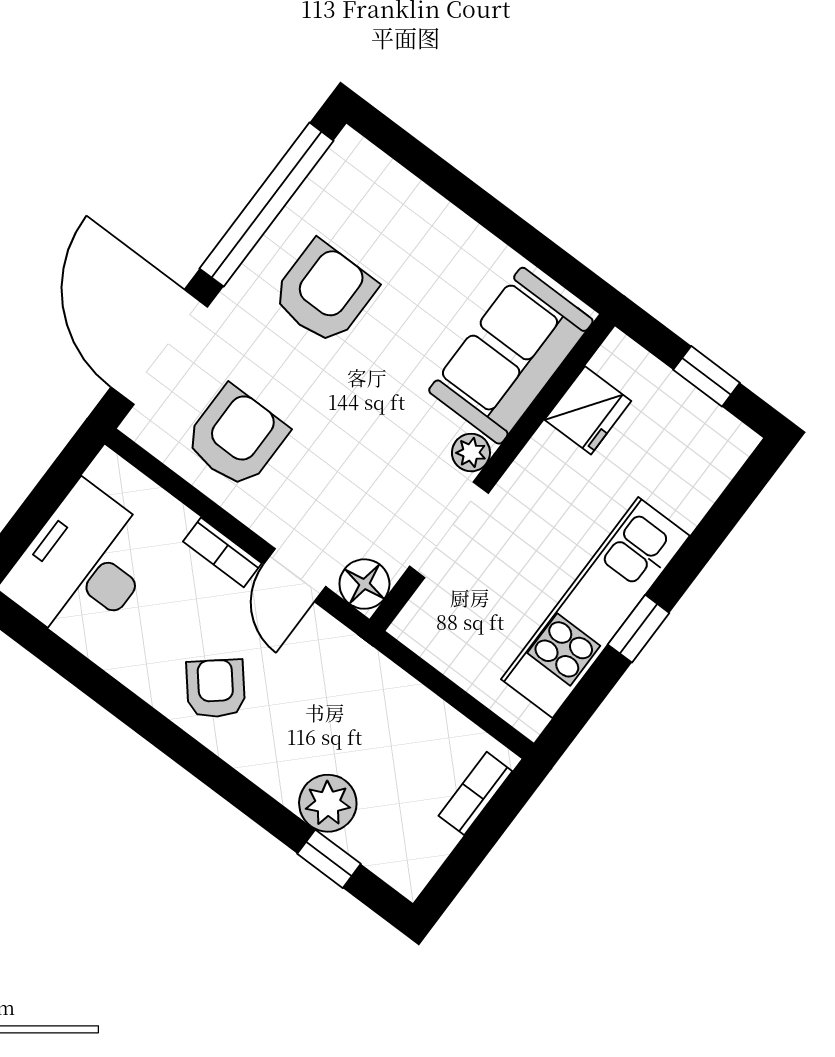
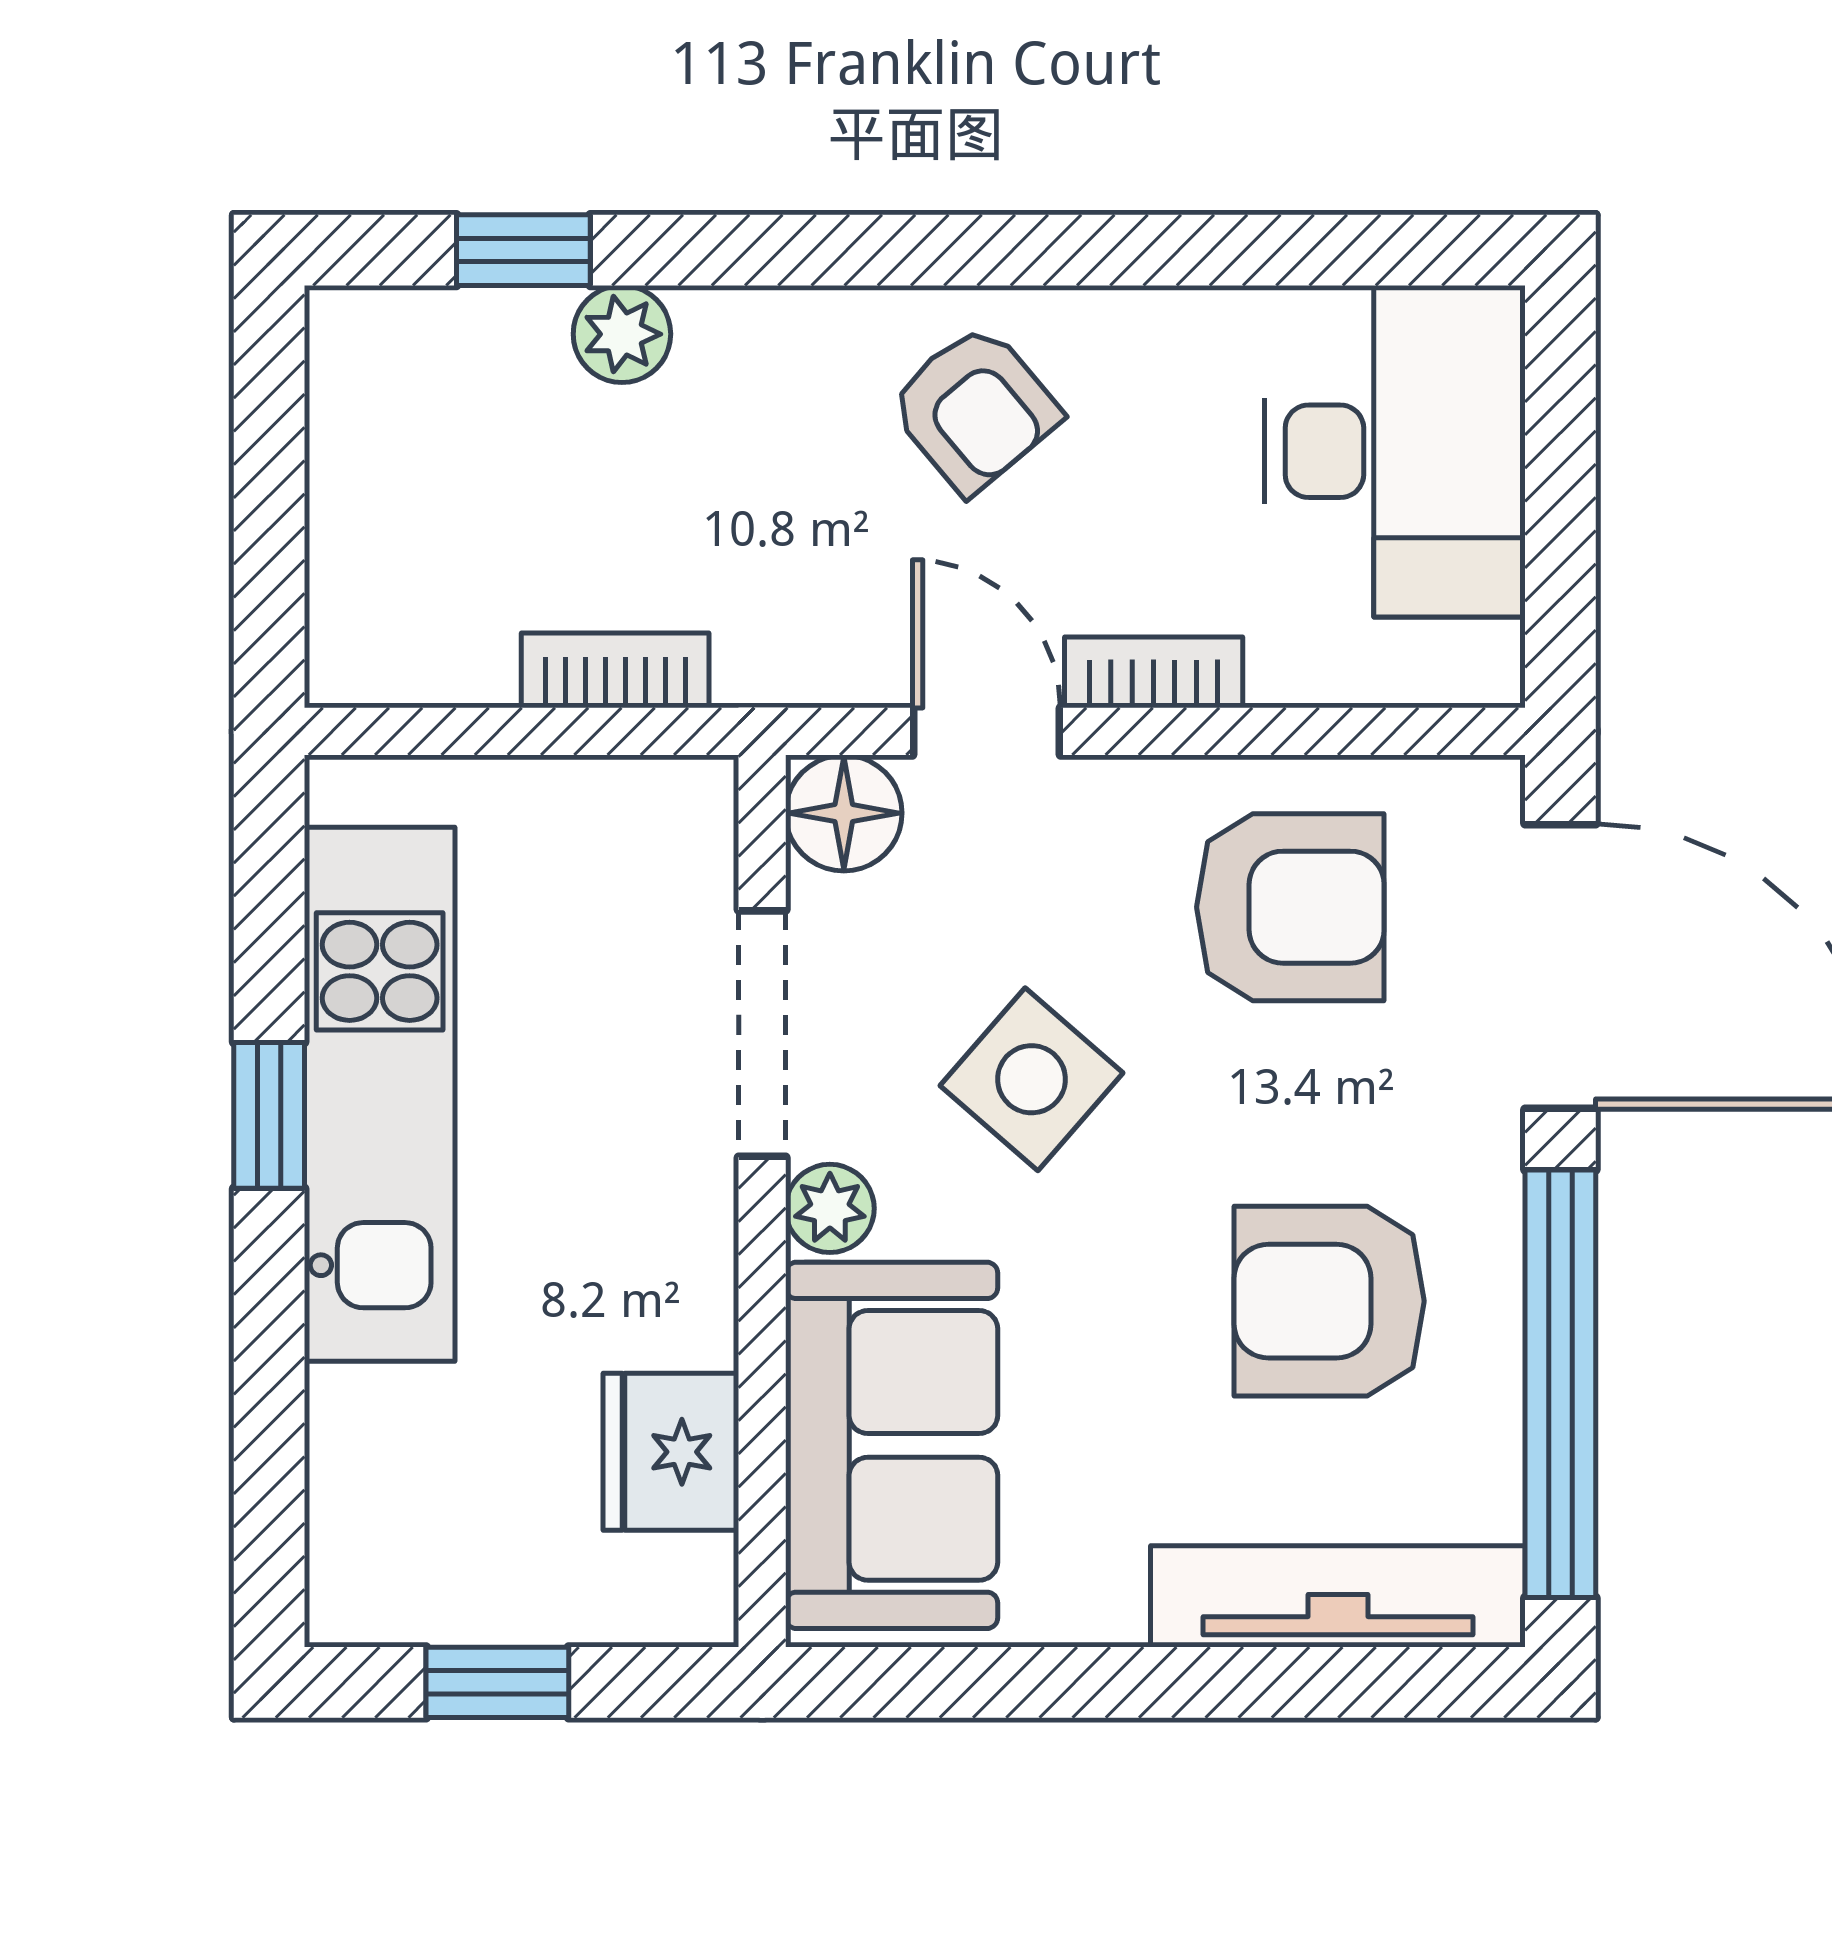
tv unit: (397, 189) -> (1338, 1596), added
armchair: (324, 292) -> (1329, 1301), turned 90
armchair: (236, 437) -> (1290, 907), turned -90
side table: (369, 445) -> (1031, 1079), added
bookcase: (475, 793) -> (615, 670), moved, turned -90
plant: (328, 803) -> (622, 334), width x0.73, depth x0.73

